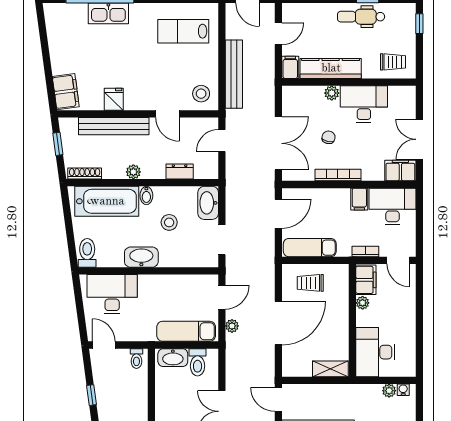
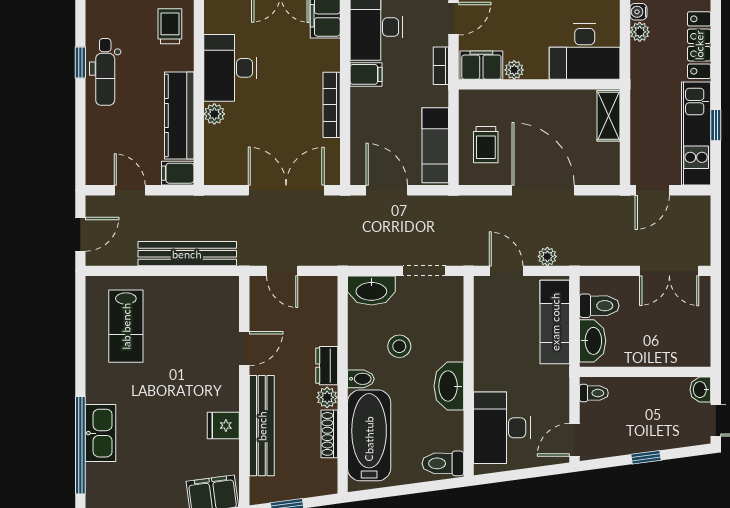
stool: (201, 94) -> (215, 301), removed
chair: (329, 137) -> (278, 118), removed
dresser: (180, 172) -> (327, 366), moved
shoe rack: (85, 173) -> (329, 434), moved

